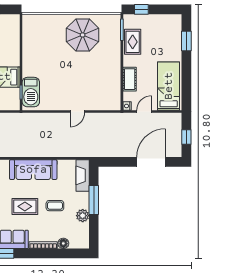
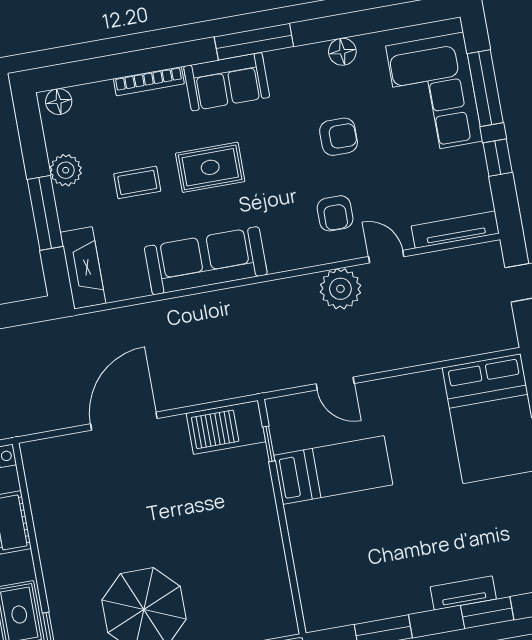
barbecue: (31, 92) -> (226, 427), moved, turned -90
door: (77, 111) -> (124, 421), width x1.88
floor lamp: (63, 243) -> (59, 102), moved

